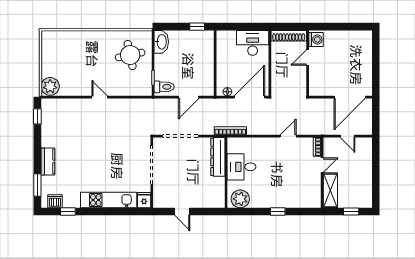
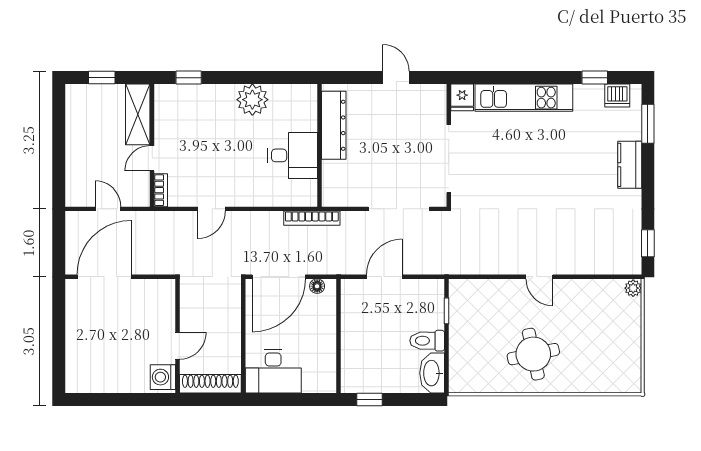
round table: (130, 55) -> (533, 354), moved
plant: (50, 86) -> (633, 288), width x0.53, depth x0.53
toilet: (164, 87) -> (427, 341), moved
dresser: (218, 157) -> (334, 125), moved
plant: (240, 199) -> (252, 100), moved
window: (278, 212) -> (189, 78), moved

